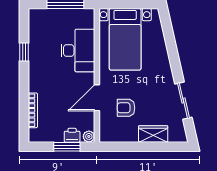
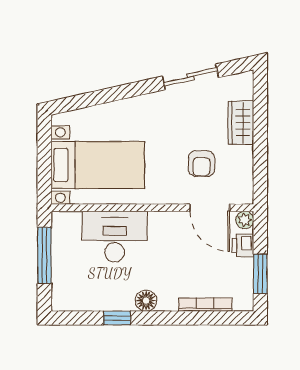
floor lamp: (35, 71) -> (146, 301), added
door: (97, 98) -> (210, 208), moved
window: (67, 147) -> (260, 274), moved

